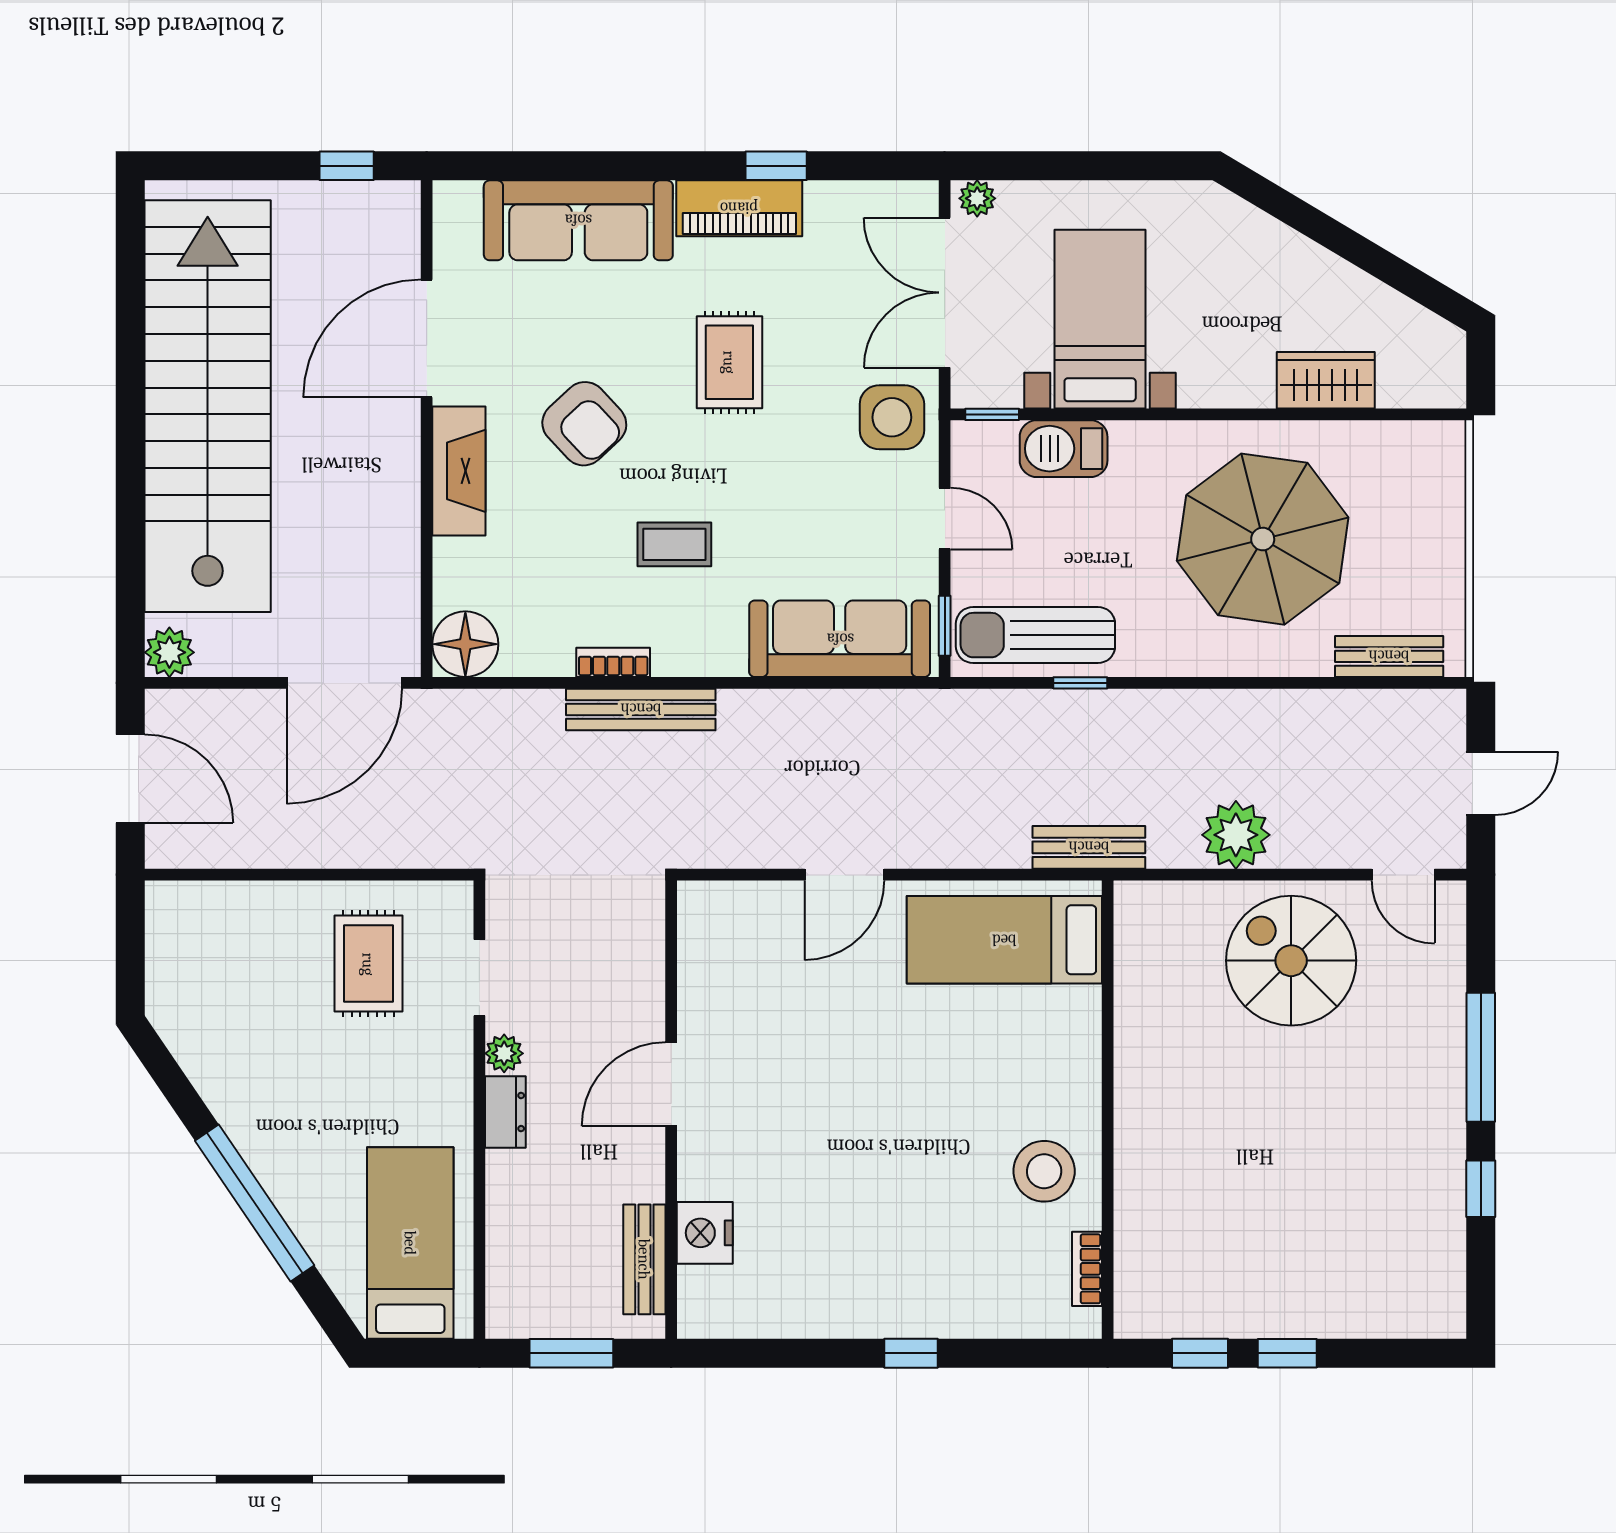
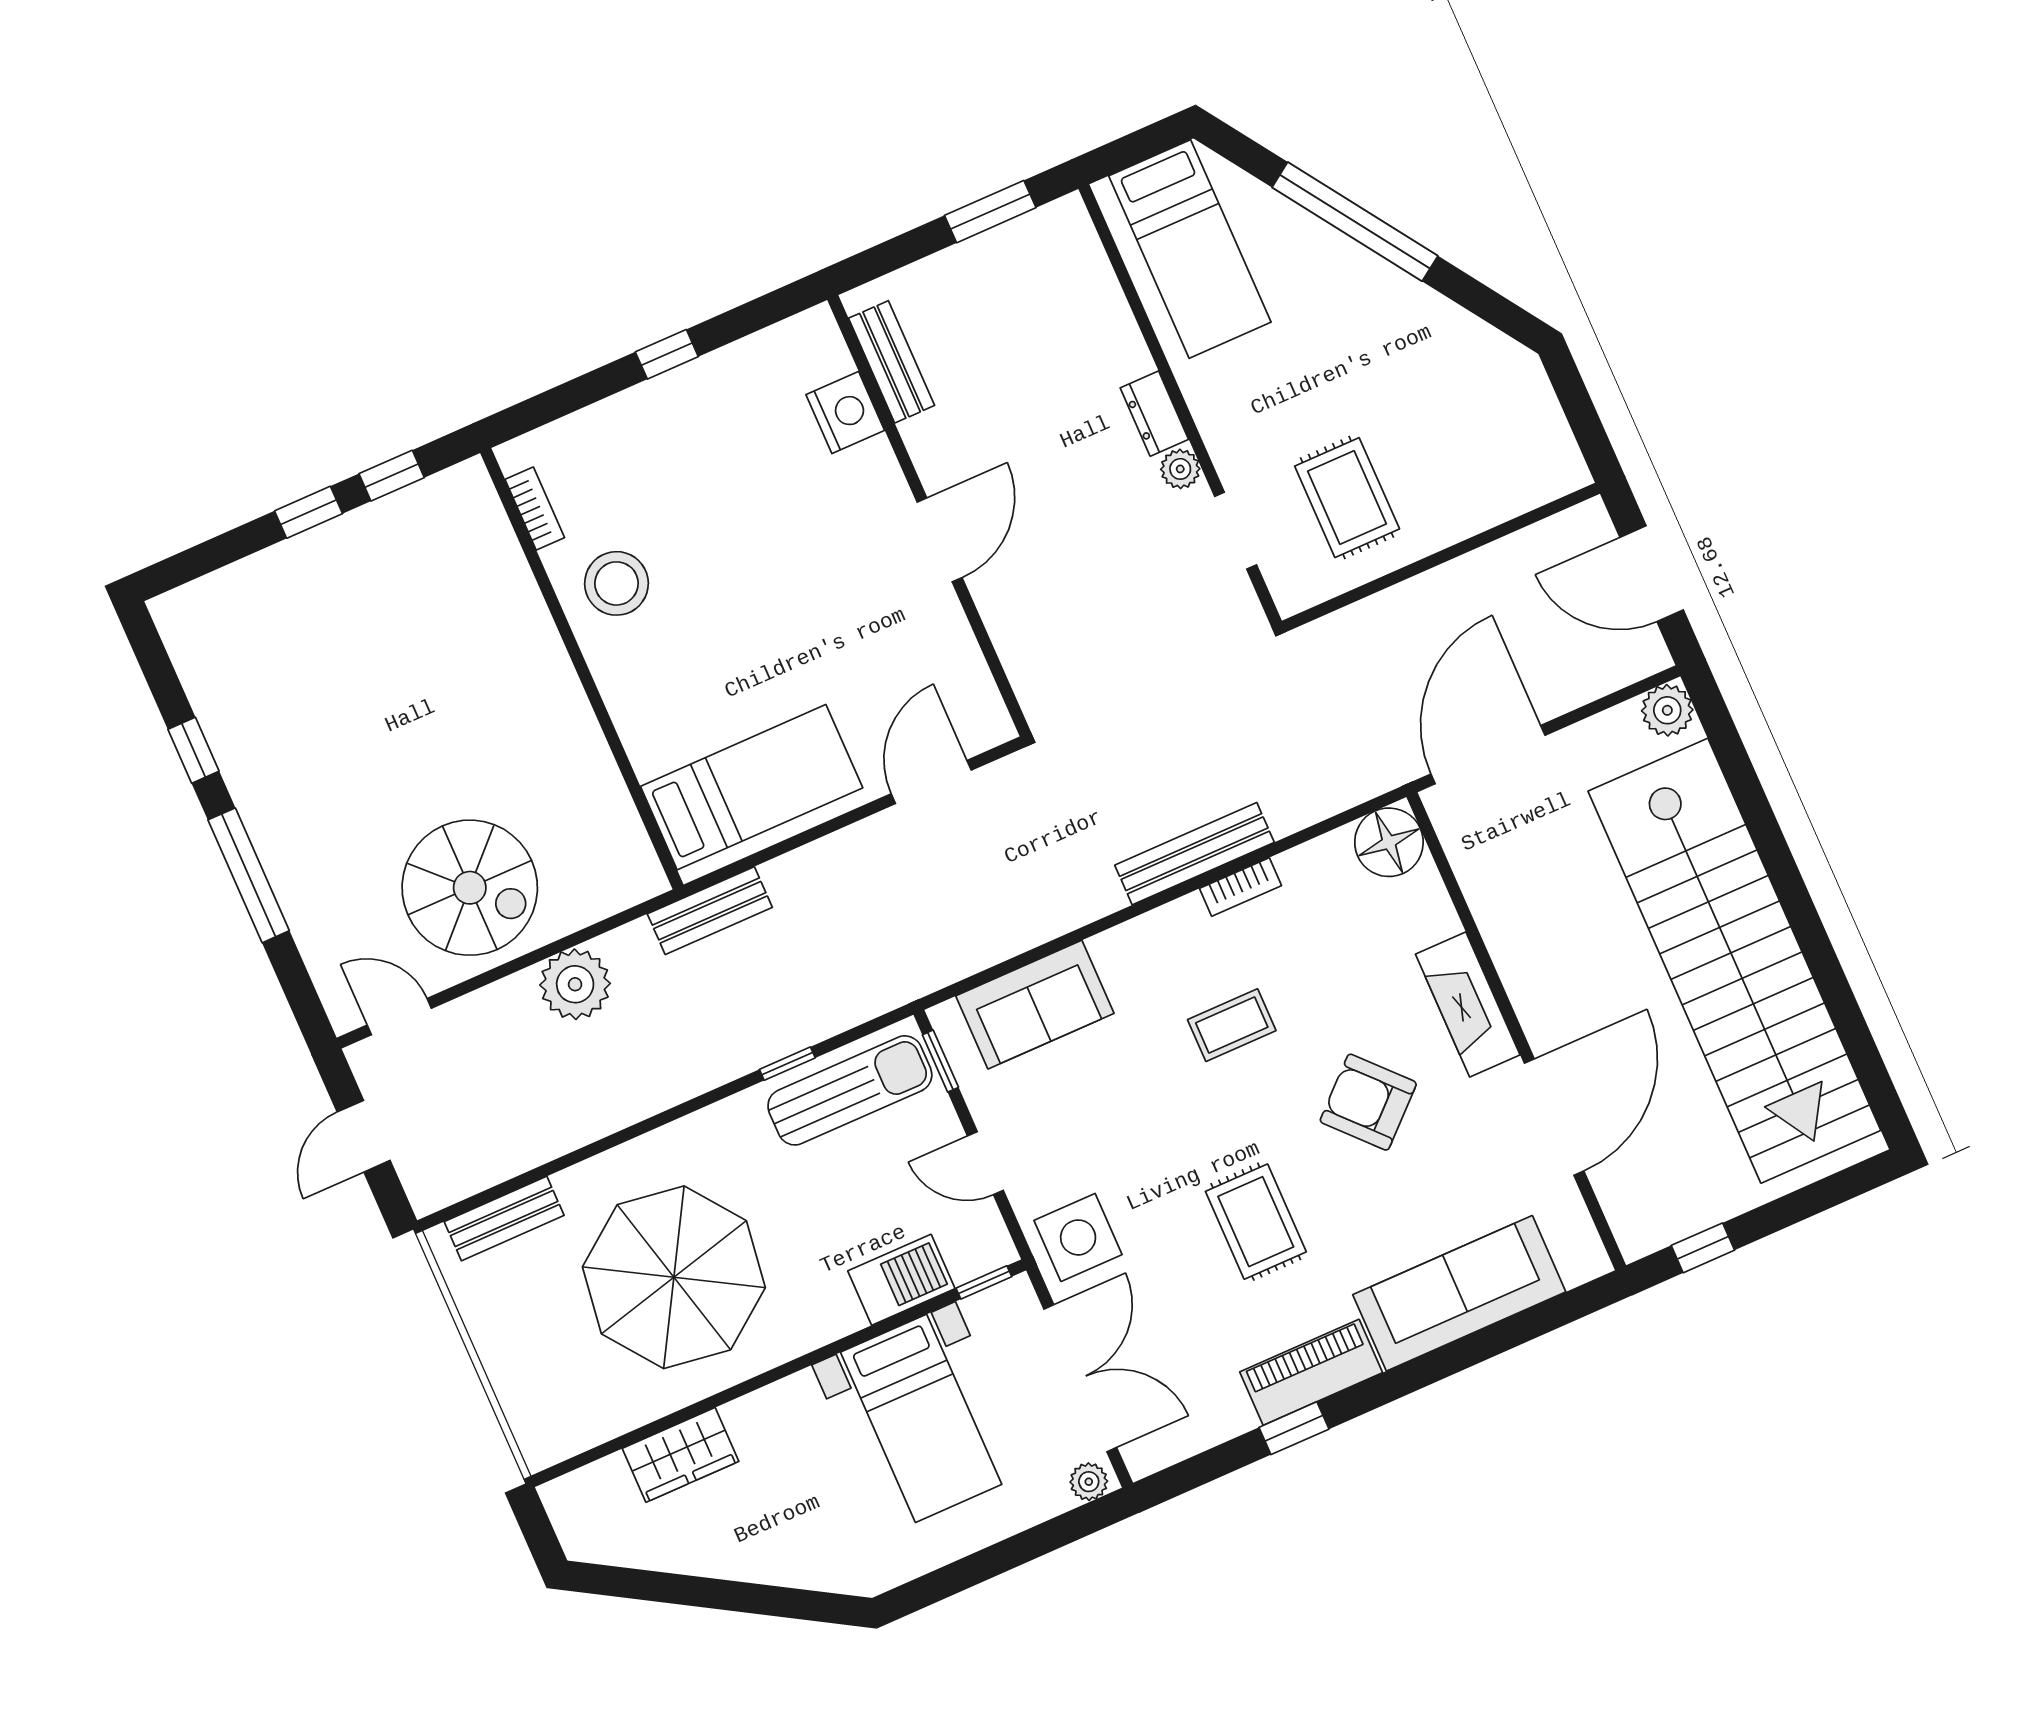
sofa: (840, 639) -> (1035, 1005), width x0.73
door: (671, 1084) -> (940, 540), moved
wall: (671, 1110) -> (929, 516), moved
nightstand: (705, 1233) -> (845, 412), moved
bench: (644, 1259) -> (892, 362), moved

